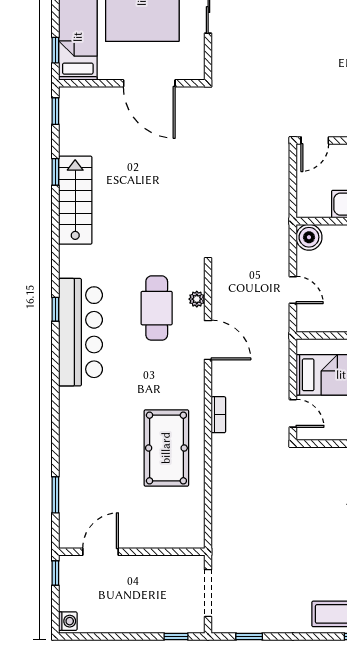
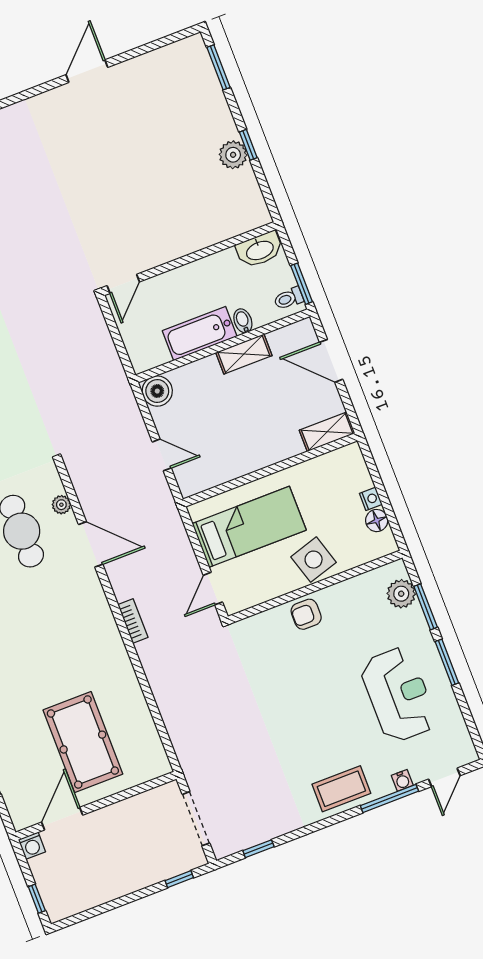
door: (293, 413) -> (213, 589), swing flipped
pool table: (166, 448) -> (83, 742), moved
window: (55, 573) -> (37, 899), moved
washing machine: (68, 621) -> (32, 846), moved, turned 90

